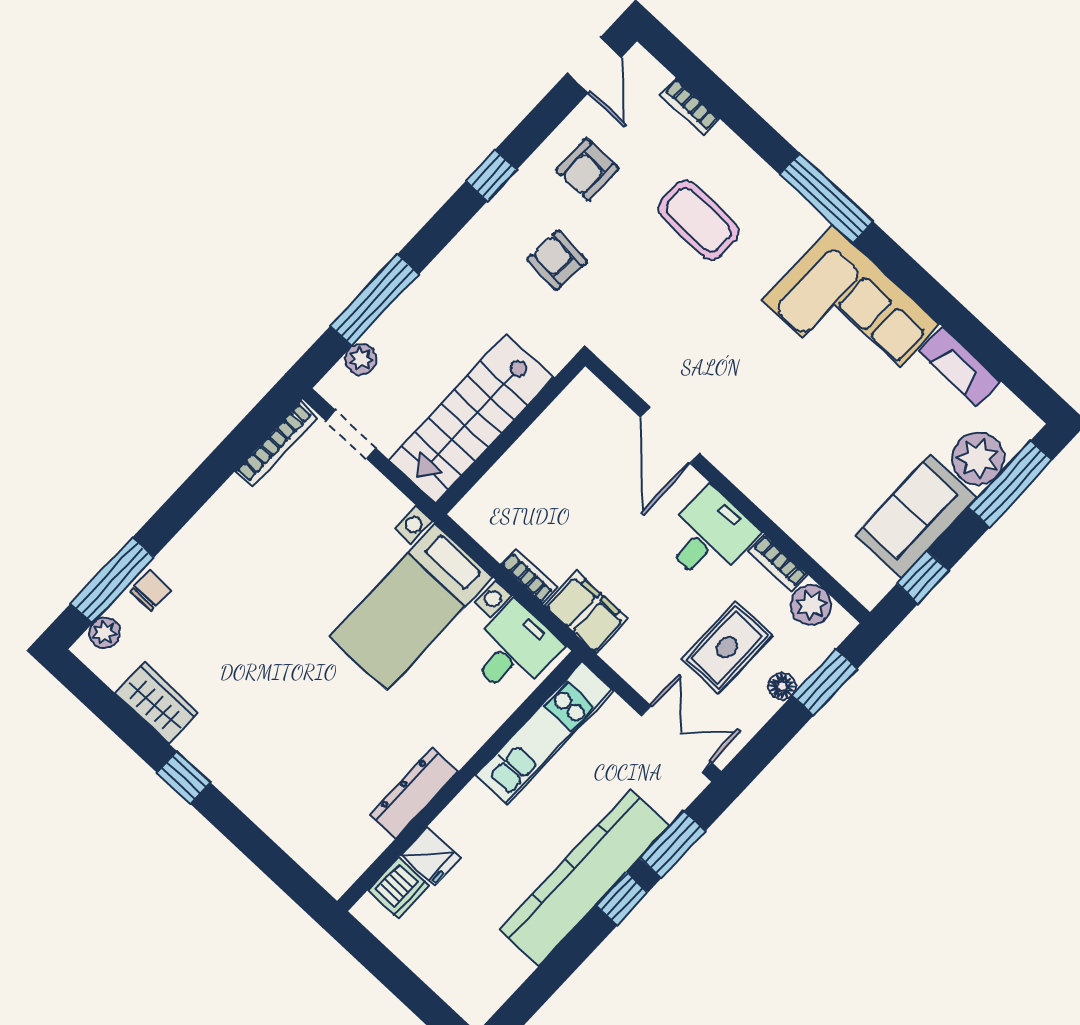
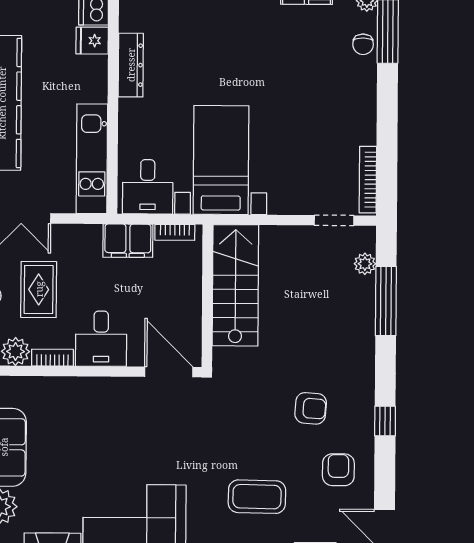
stairs: (471, 419) -> (235, 285), moved
wall: (511, 435) -> (207, 296), moved

